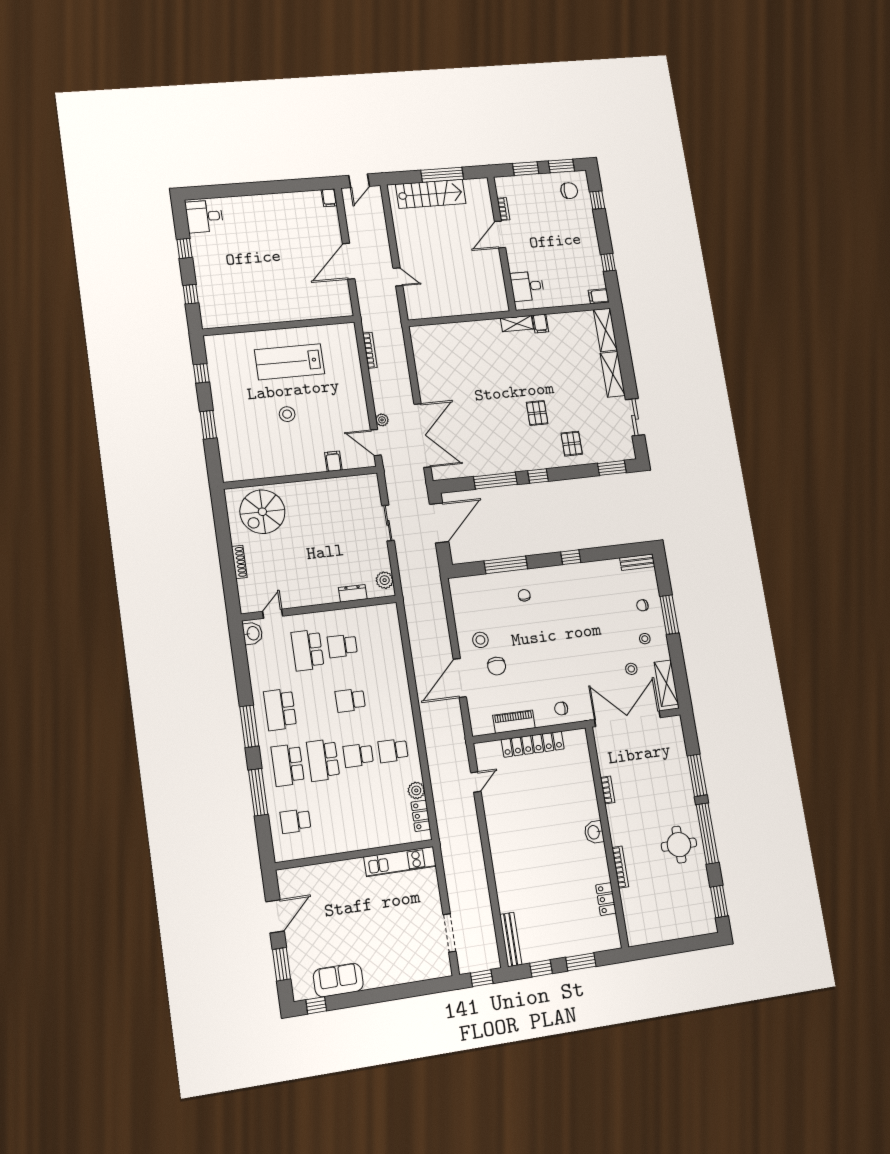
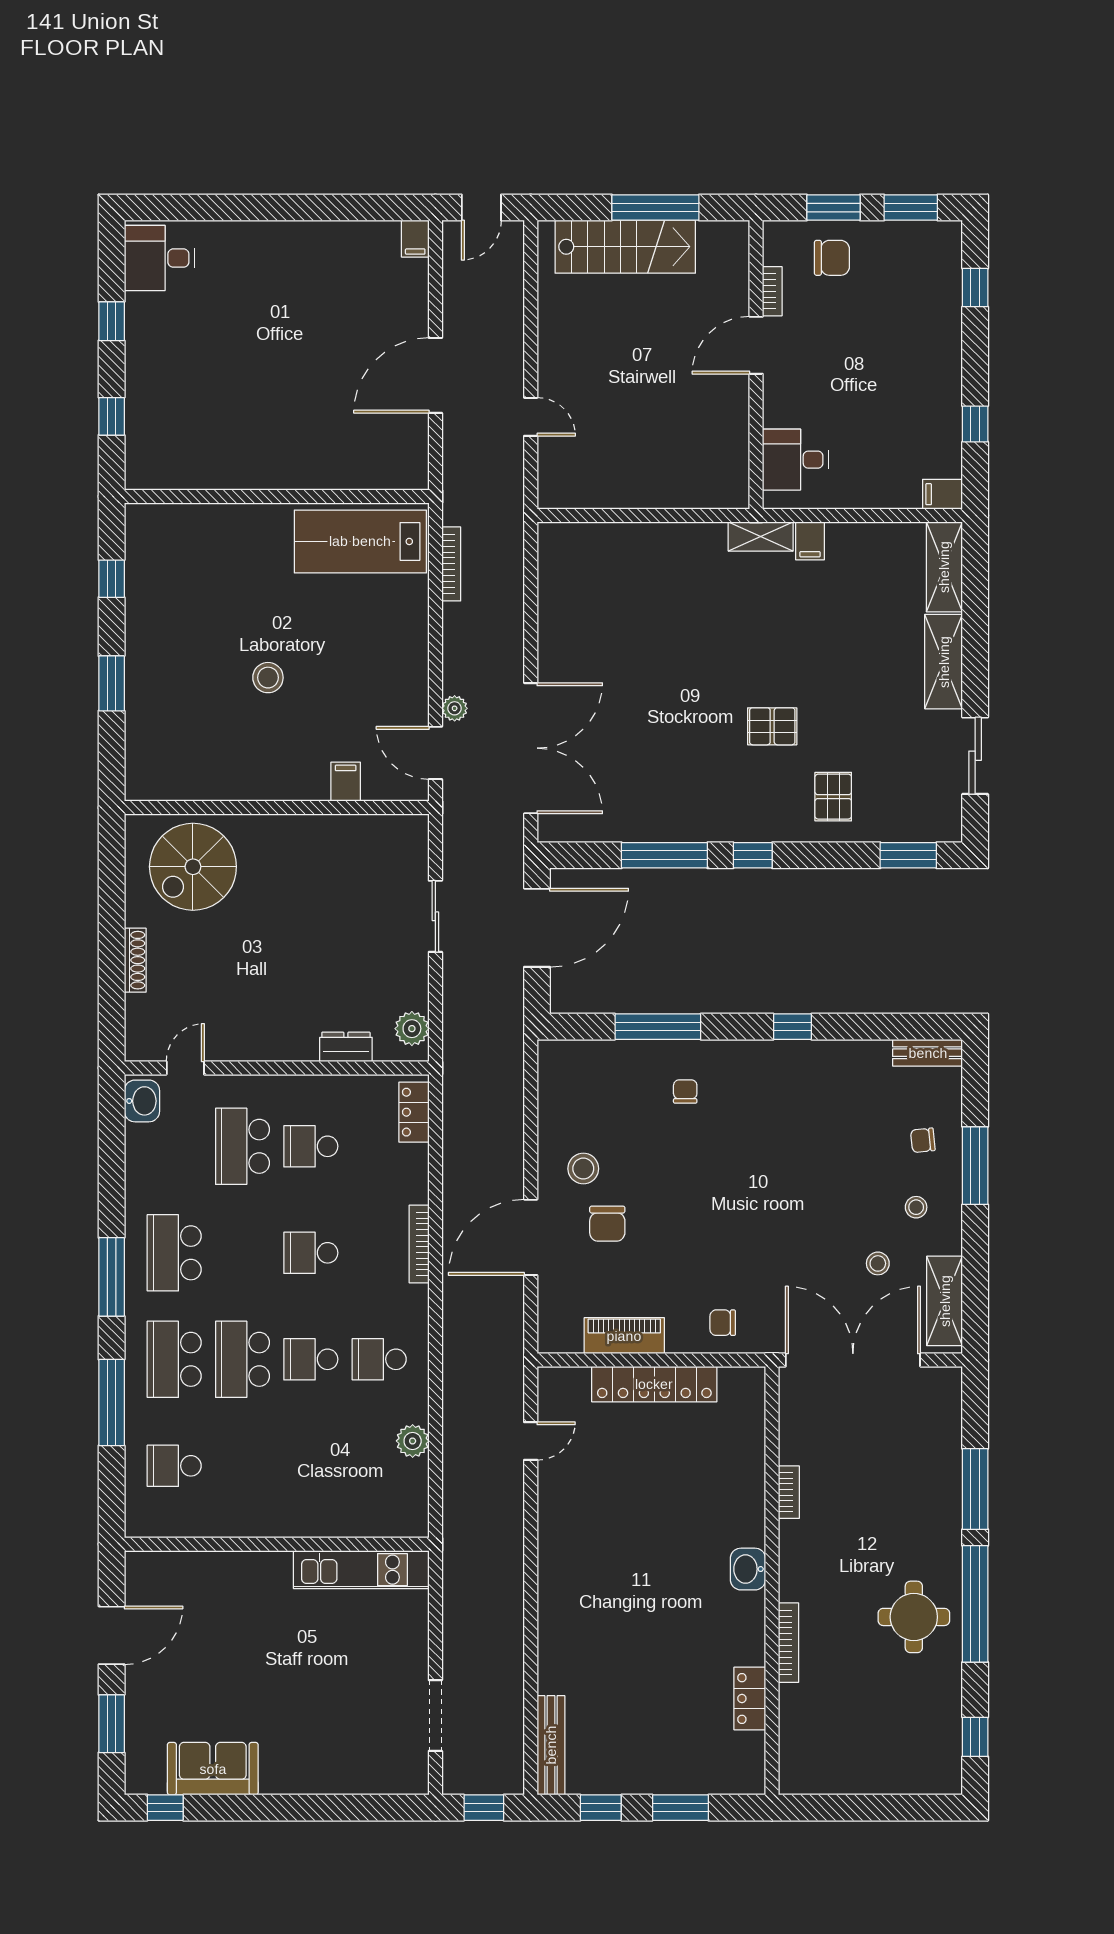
chair: (569, 191) -> (832, 258), moved
lab bench: (290, 362) -> (360, 541), moved
pallet: (537, 413) -> (772, 726), turned 90
bookcase: (404, 689) -> (419, 1244), added
locker: (421, 816) -> (414, 1112), moved
window: (719, 902) -> (975, 1737), width x0.67

